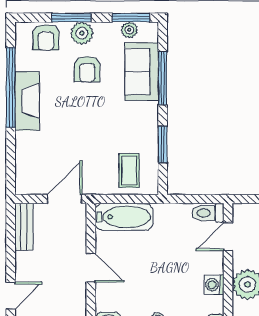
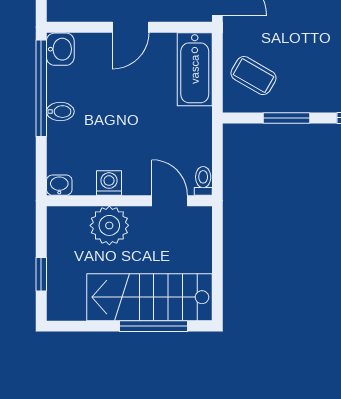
coffee table: (129, 170) -> (253, 76), turned 30
toilet: (208, 213) -> (203, 181), width x0.73, depth x0.72

